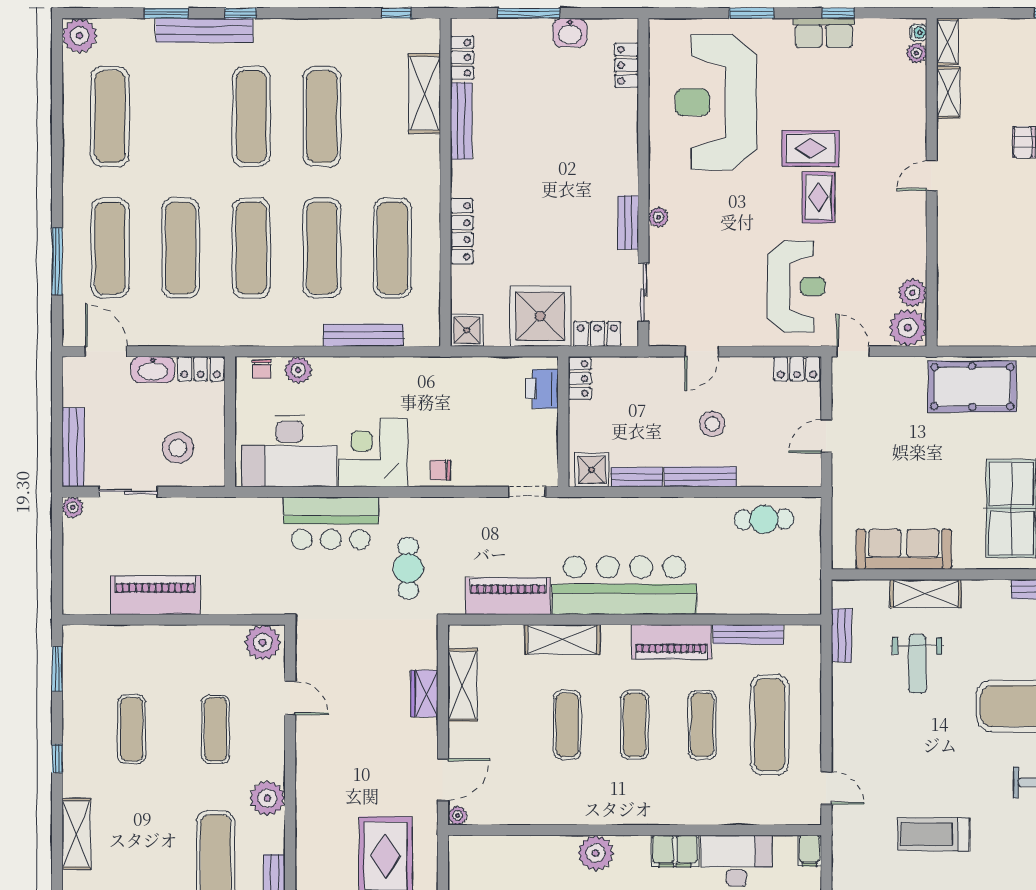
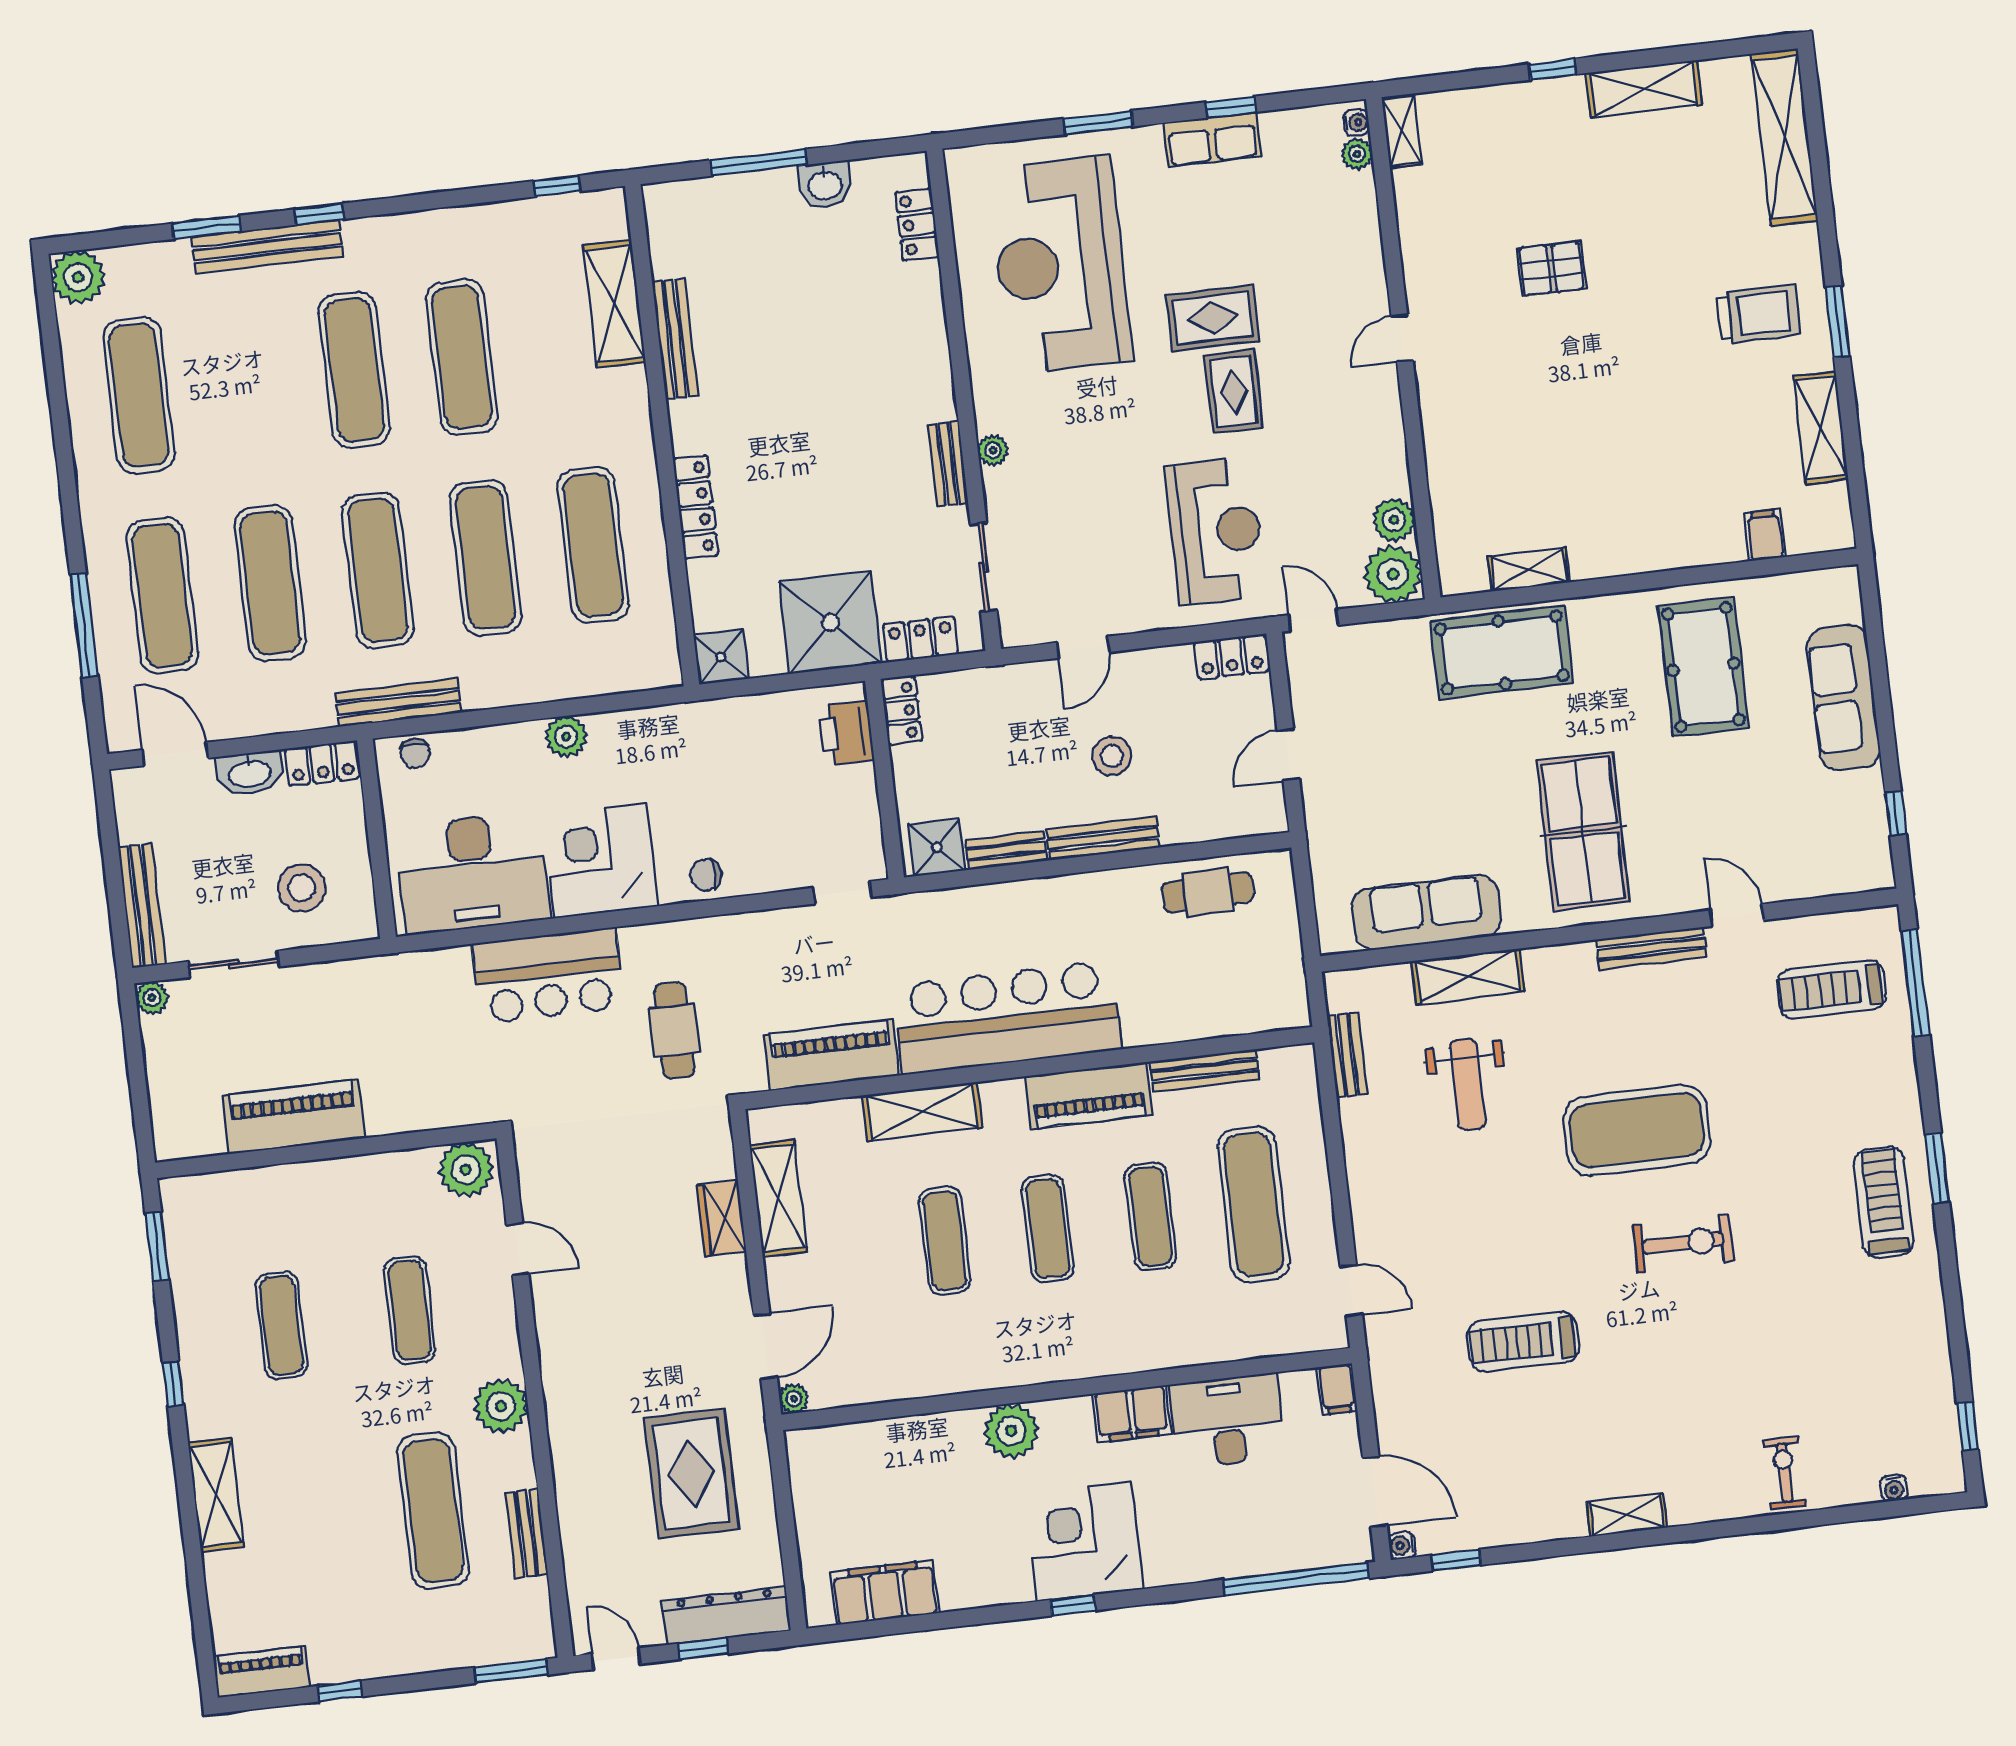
locker: (462, 58) -> (665, 242), removed
shelving: (948, 93) -> (1529, 569), moved, turned 90
bench: (363, 335) -> (398, 703), moved
plant: (298, 370) -> (566, 737), moved

